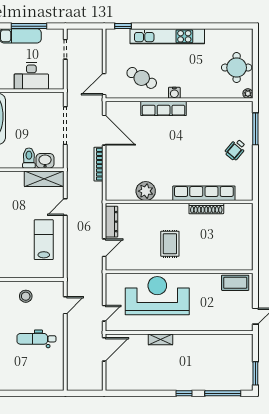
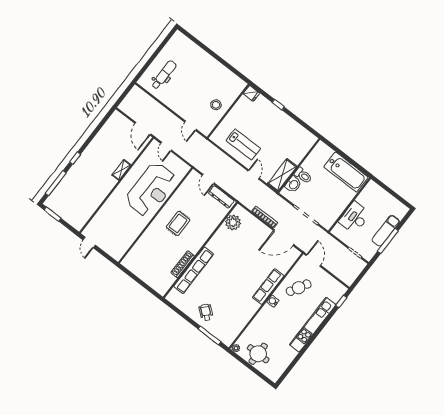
plant: (146, 191) -> (233, 222), moved
rug: (170, 244) -> (178, 223), turned 90
coffee table: (235, 283) -> (121, 246), removed
dental chair: (36, 339) -> (164, 75), moved

